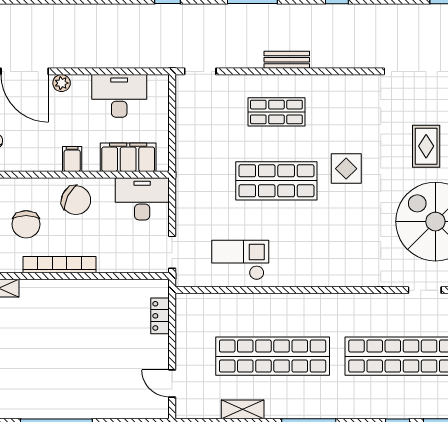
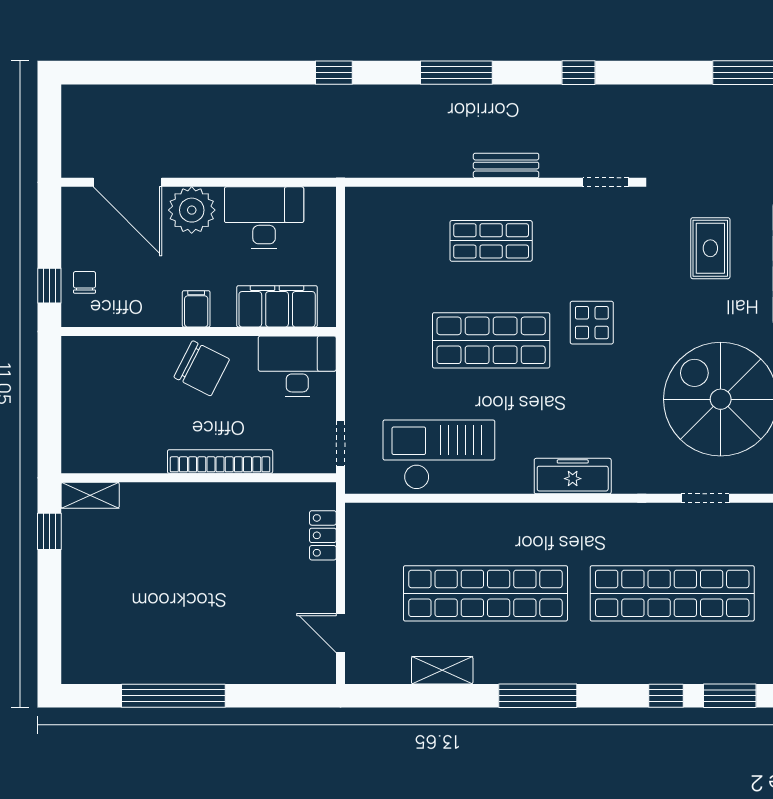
doorway: (200, 71) -> (606, 182), moved
plant: (62, 83) -> (192, 210), width x1.88, depth x1.88
rug: (426, 146) -> (710, 248), moved
chair: (26, 224) -> (130, 403), removed
checkout: (240, 260) -> (439, 455), width x1.36, depth x1.21
bookcase: (60, 265) -> (220, 462), moved
freezer: (333, 275) -> (573, 476), added

